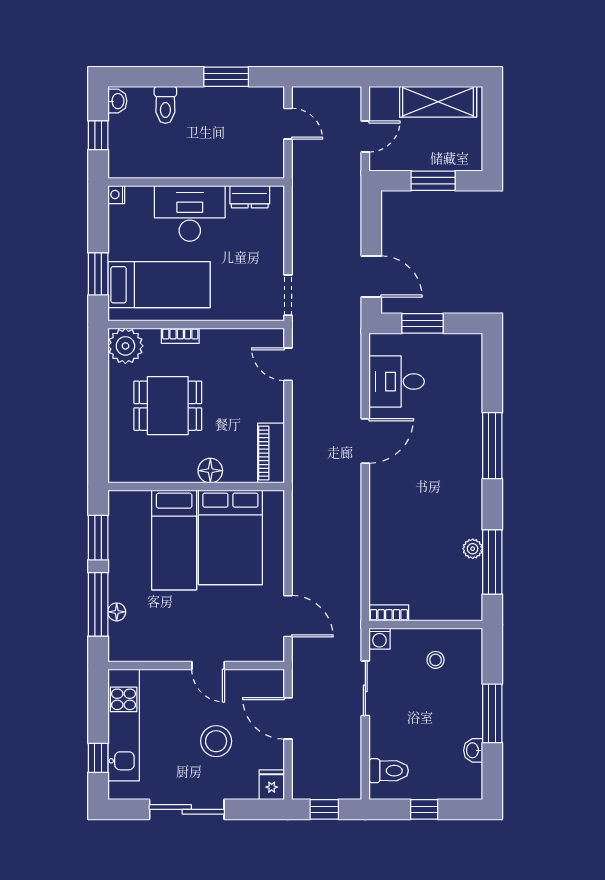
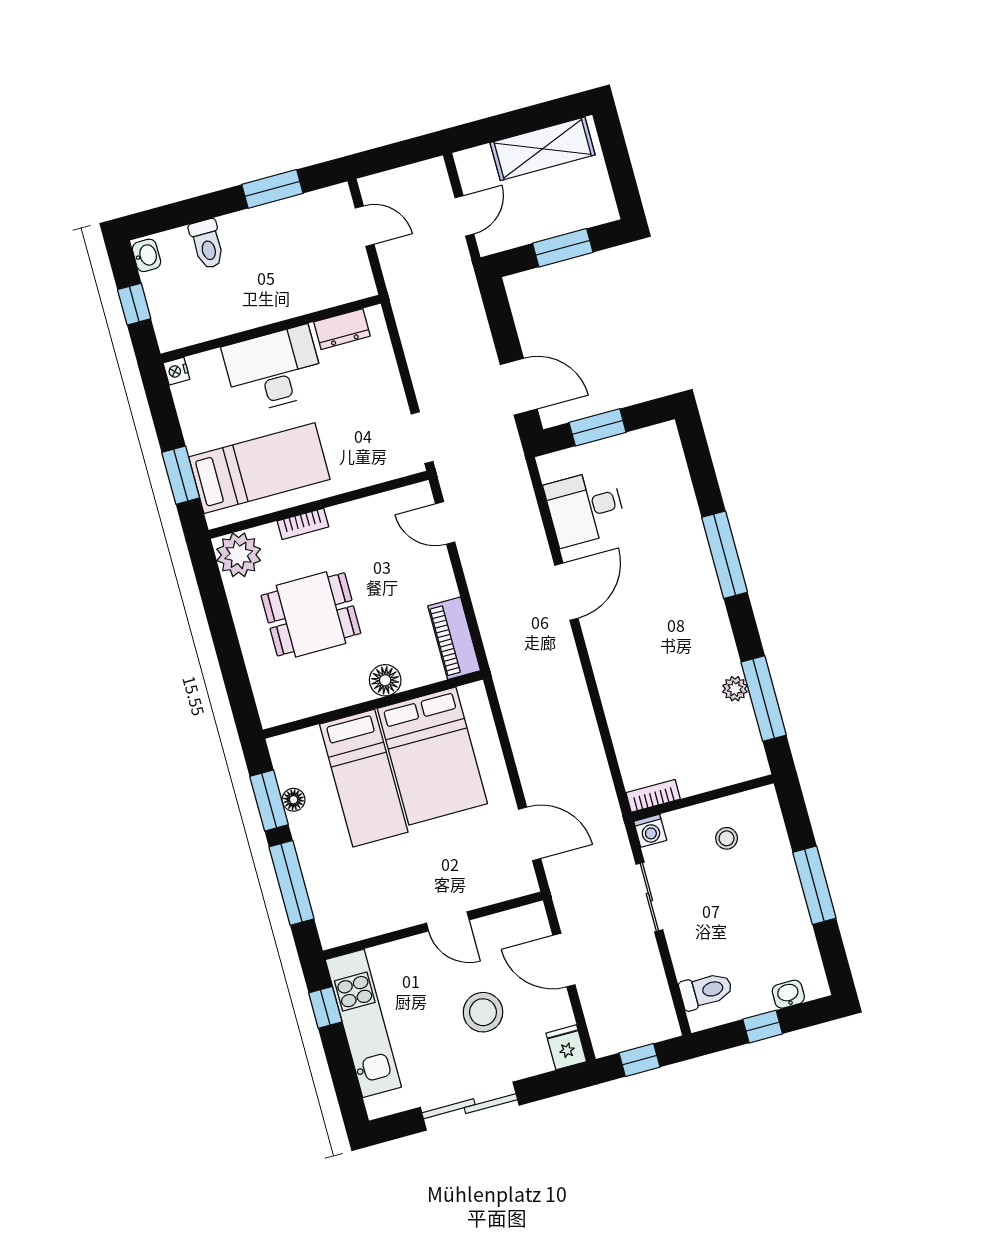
floor lamp: (117, 612) -> (294, 800), moved
washbasin: (473, 750) -> (788, 994), moved, turned 90
window: (98, 758) -> (325, 1007), moved

